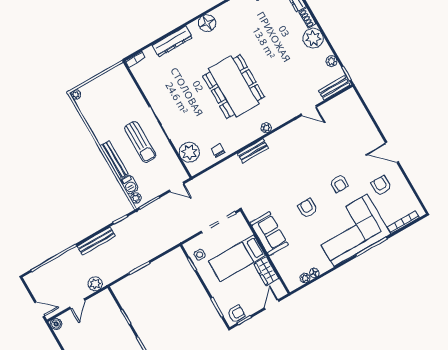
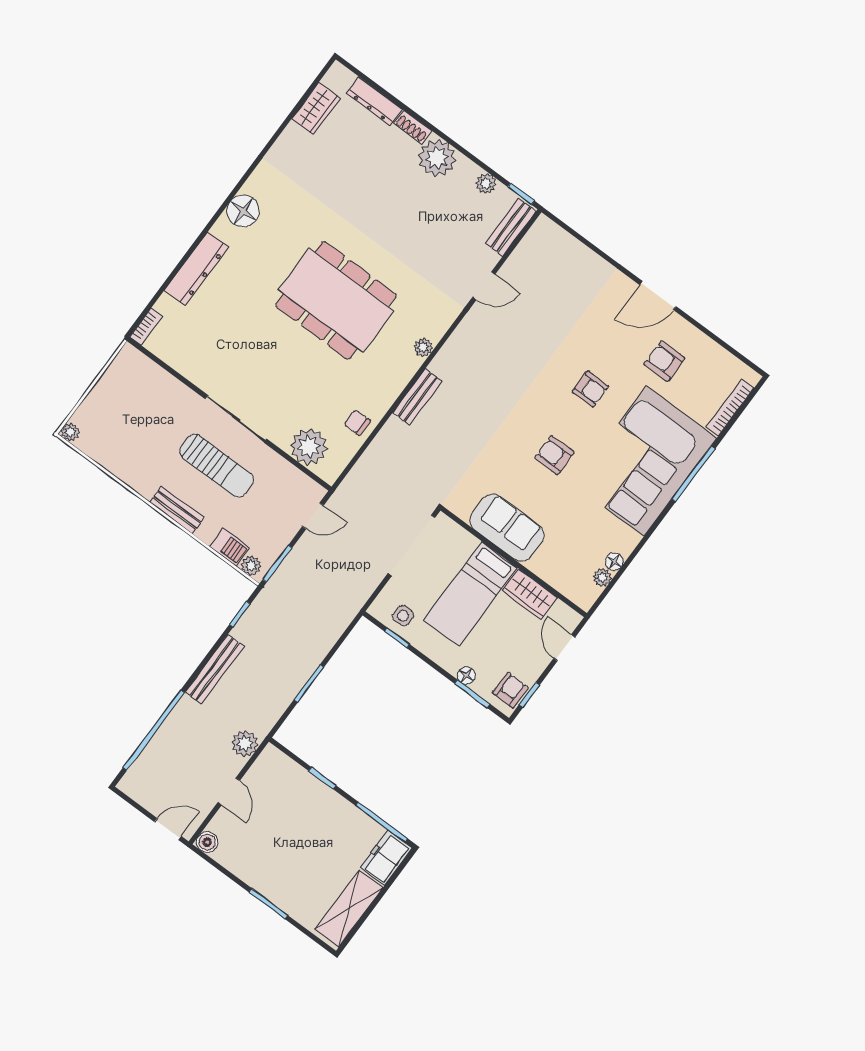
bench: (114, 160) -> (177, 510), width x0.73
floor lamp: (218, 297) -> (466, 675), added

